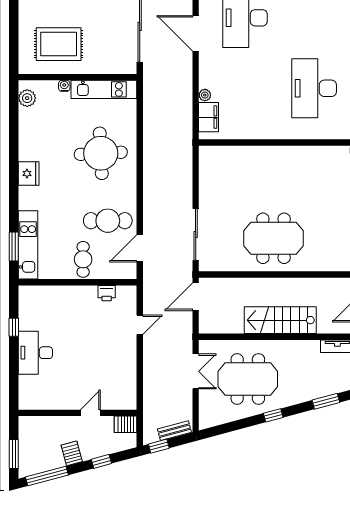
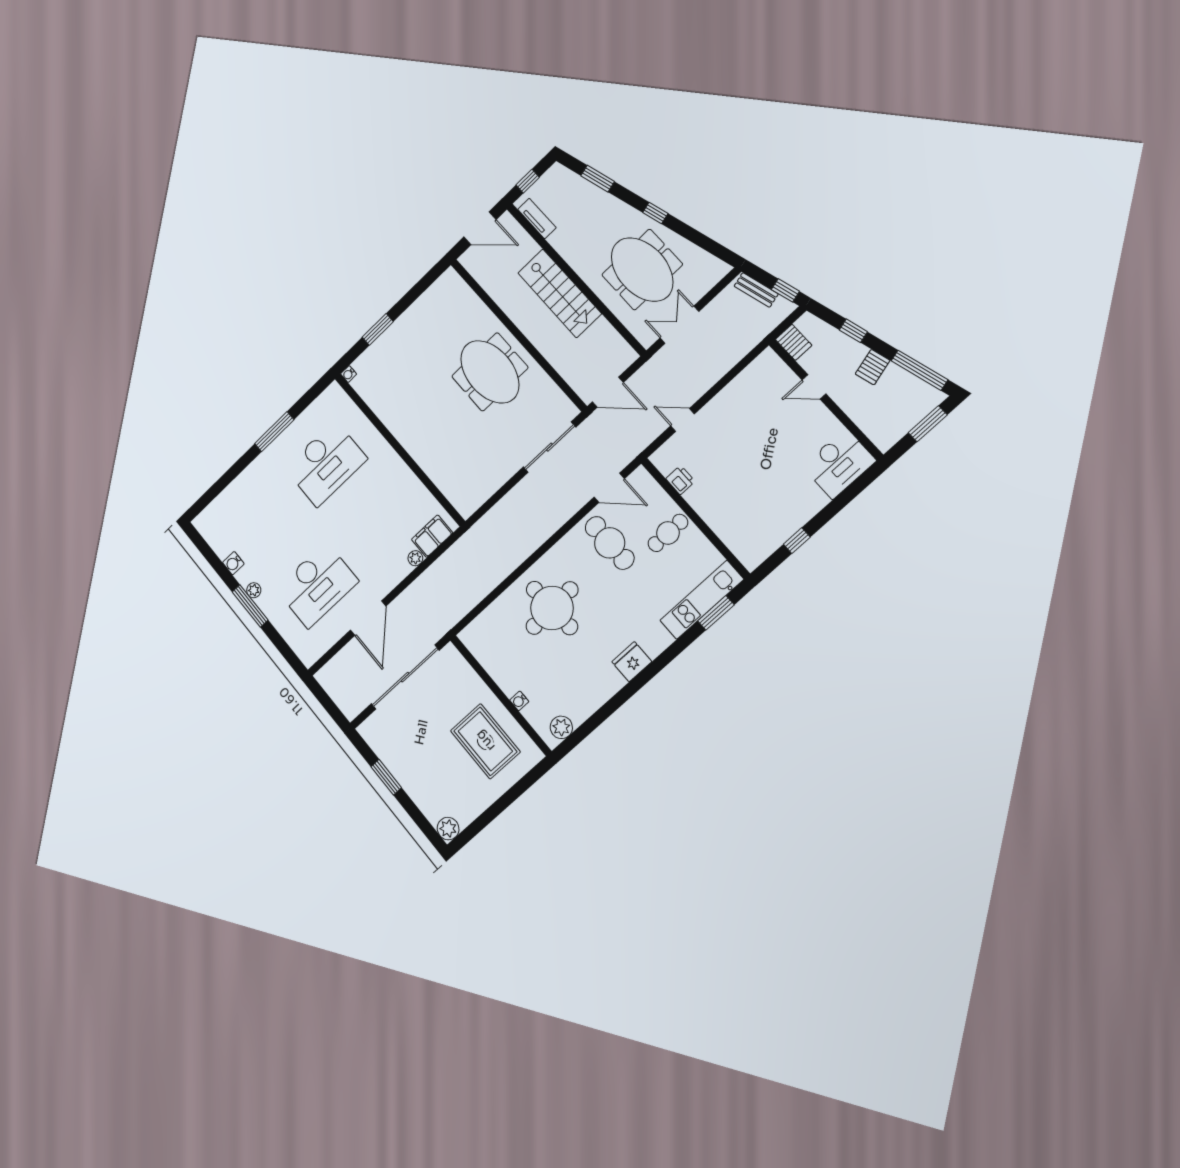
kitchen unit: (104, 89) -> (490, 659), removed
desk: (35, 353) -> (839, 464), moved

